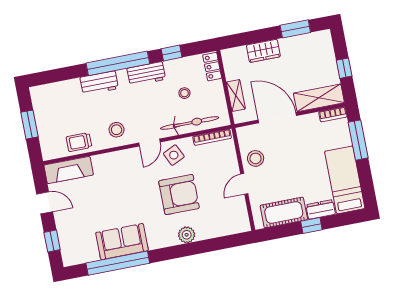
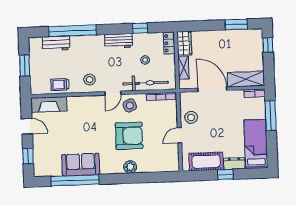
wardrobe: (263, 51) -> (184, 43), moved, turned -90
window: (118, 63) -> (73, 31), moved
window: (344, 68) -> (268, 45), moved
workbench: (99, 83) -> (56, 43), moved

